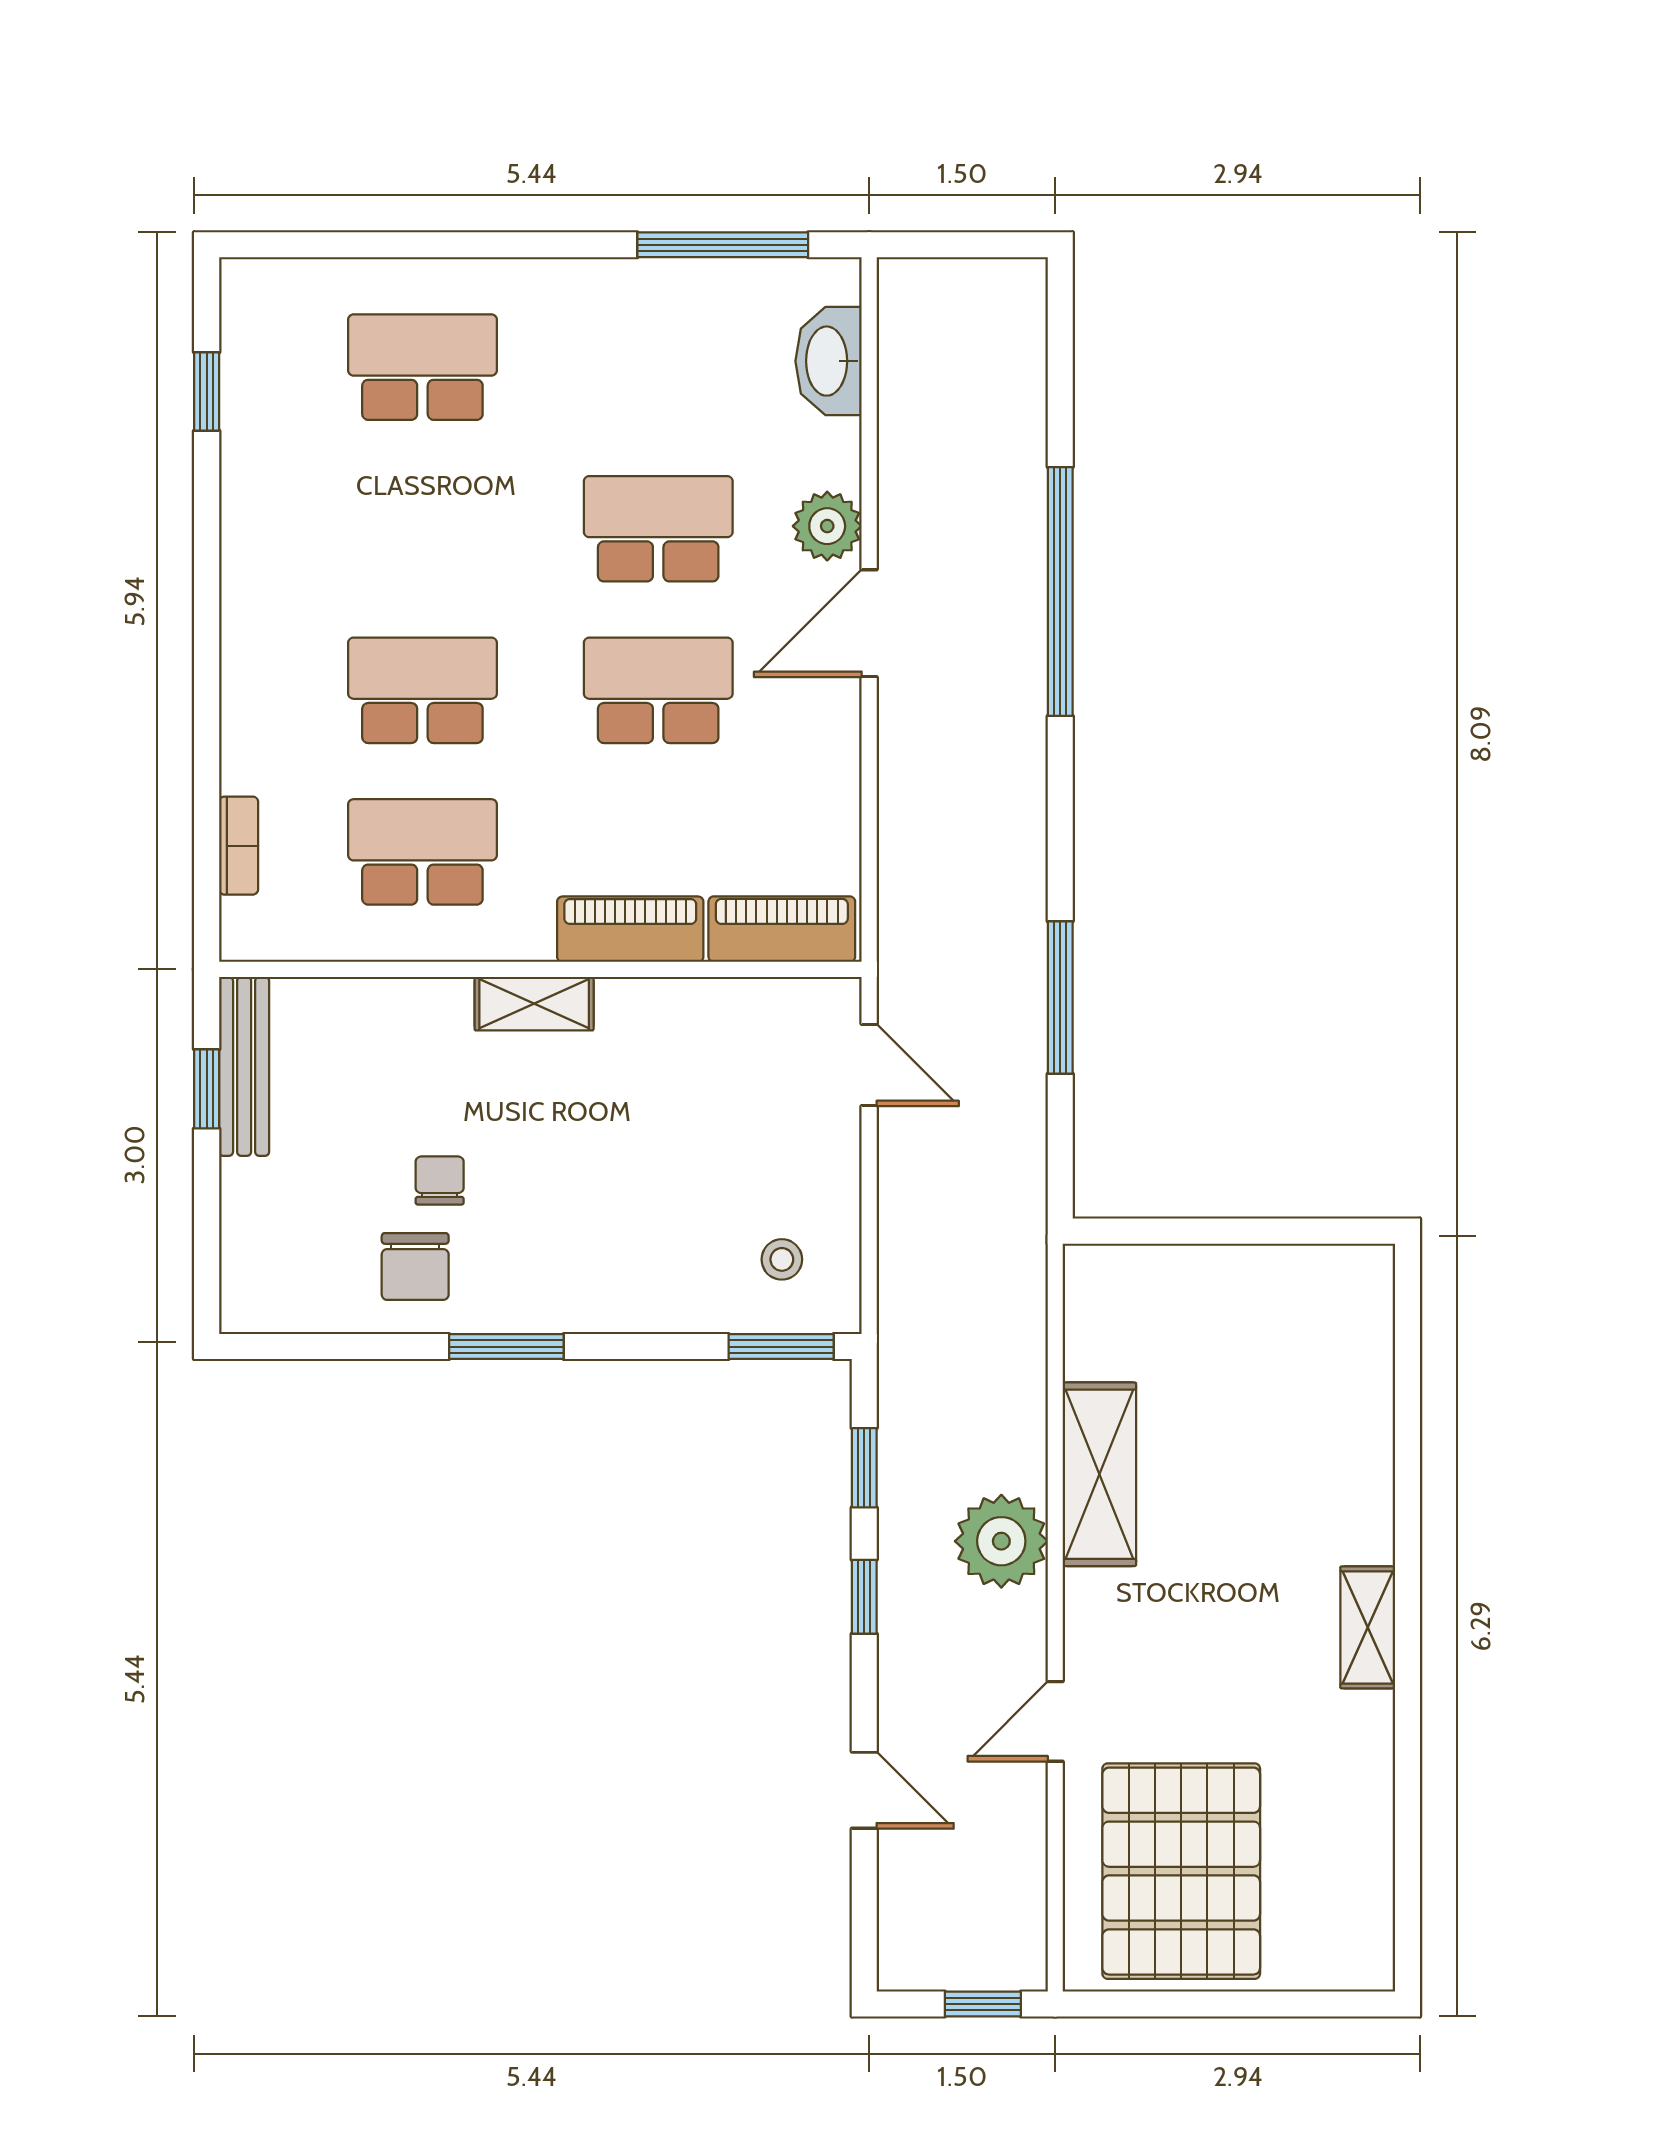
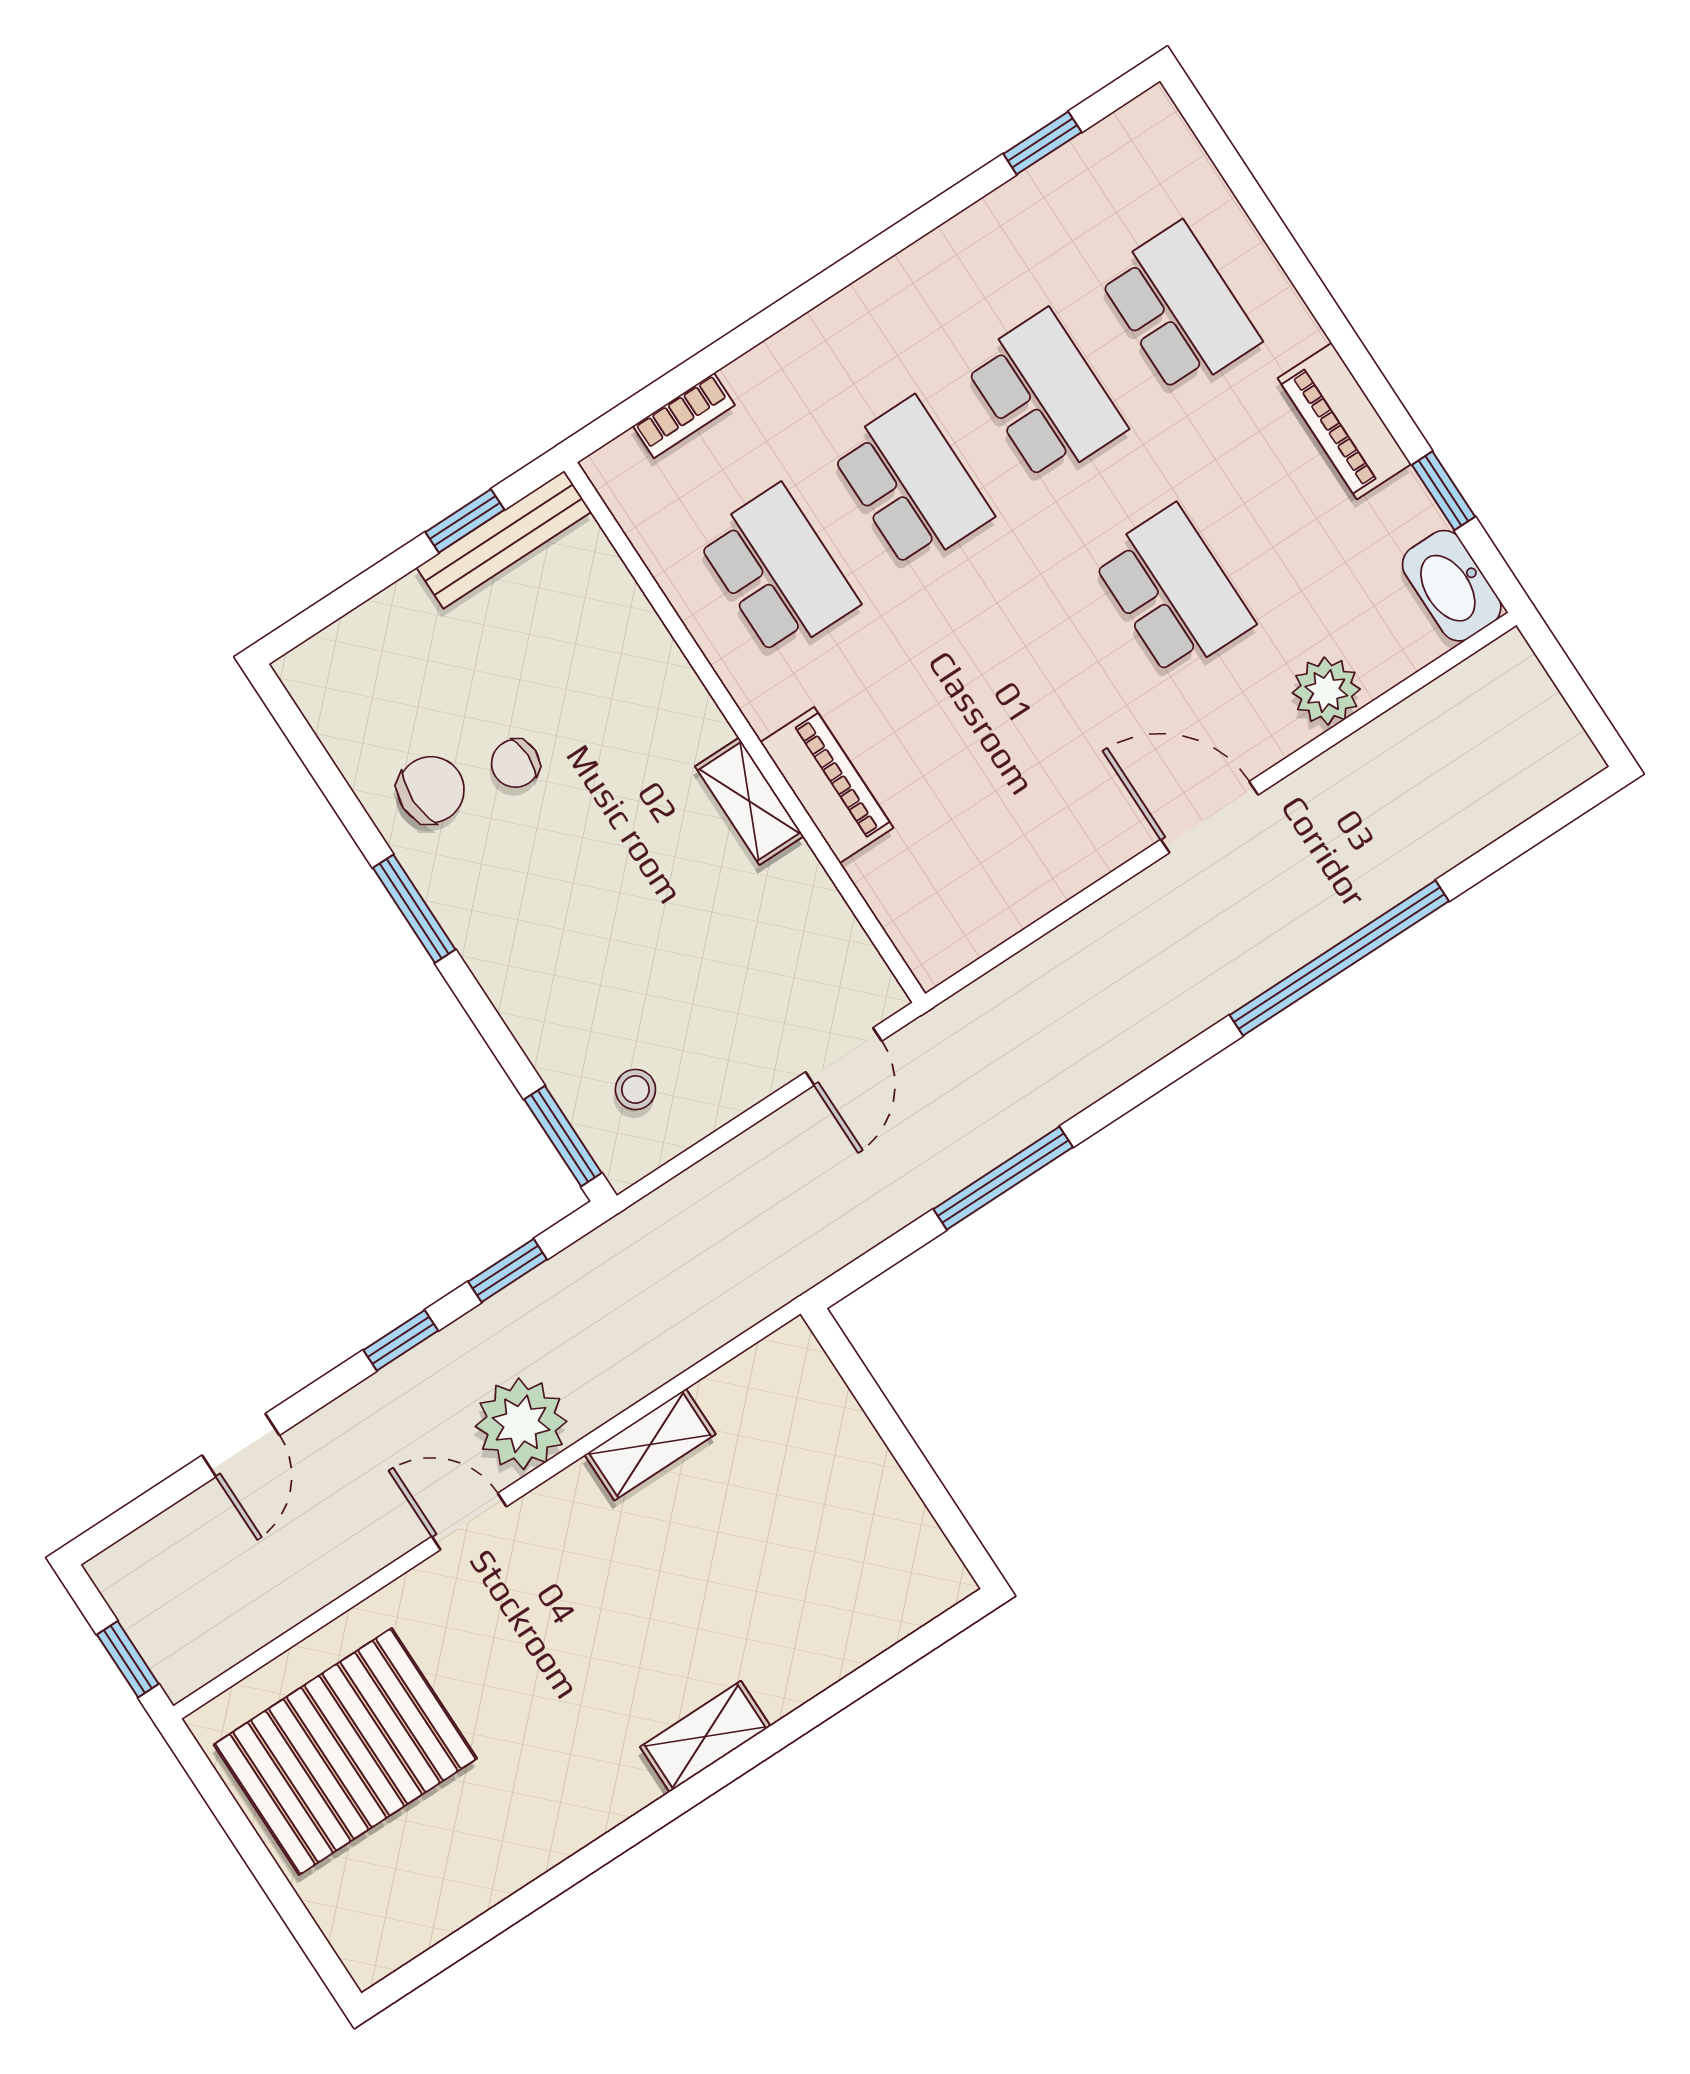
window: (723, 245) -> (1443, 491), width x0.46
washbasin: (829, 361) -> (1452, 586), moved, turned -90
plant: (827, 526) -> (1326, 691), moved
school desk: (658, 690) -> (1046, 396), moved
piano: (782, 929) -> (1344, 421), moved, turned 180
shelving: (534, 1004) -> (749, 801), moved
chair: (440, 1181) -> (515, 763), turned 180
chair: (415, 1267) -> (431, 790), turned 180
shelving: (1099, 1474) -> (650, 1445), width x0.67, depth x0.75
shelving: (1368, 1627) -> (705, 1737), moved
door: (1055, 1721) -> (469, 1522), moved

